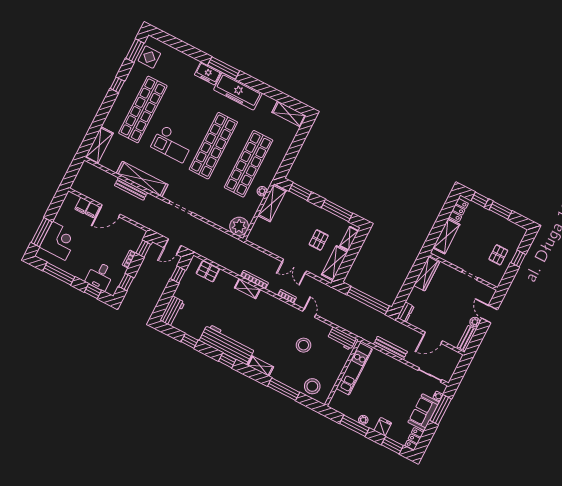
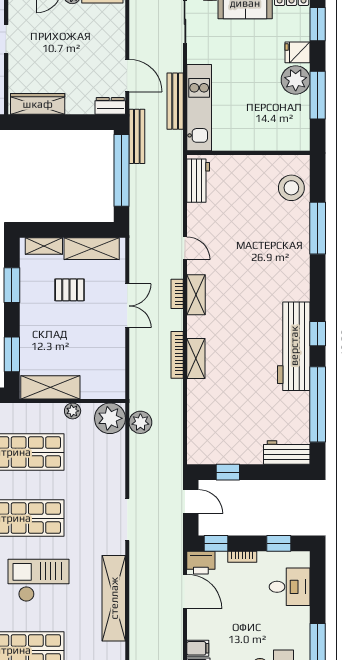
checkout: (172, 144) -> (38, 580), turned -90
bench: (131, 189) -> (137, 136), moved
plant: (262, 191) -> (73, 411), moved
door: (110, 211) -> (185, 591), moved
window: (337, 211) -> (12, 285), width x0.69
printer: (137, 235) -> (201, 563), added
plant: (229, 242) -> (140, 422), added
pallet: (208, 271) -> (201, 430), removed
window: (93, 291) -> (318, 586), removed
door: (309, 313) -> (185, 248), swing flipped
door: (433, 338) -> (127, 76), moved
window: (190, 341) -> (318, 404), width x3.17
stool: (304, 345) -> (237, 232), removed
shelving: (260, 366) -> (196, 295), moved
kitchen unit: (354, 369) -> (199, 108), moved, turned 90
plant: (363, 420) -> (296, 80), width x1.88, depth x1.88

